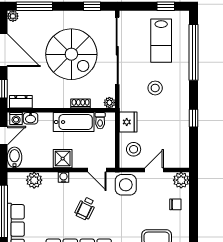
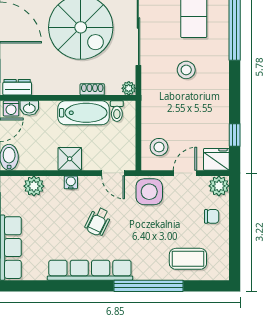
window: (194, 118) -> (235, 135), moved
fridge: (128, 122) -> (216, 159), moved, turned -90

